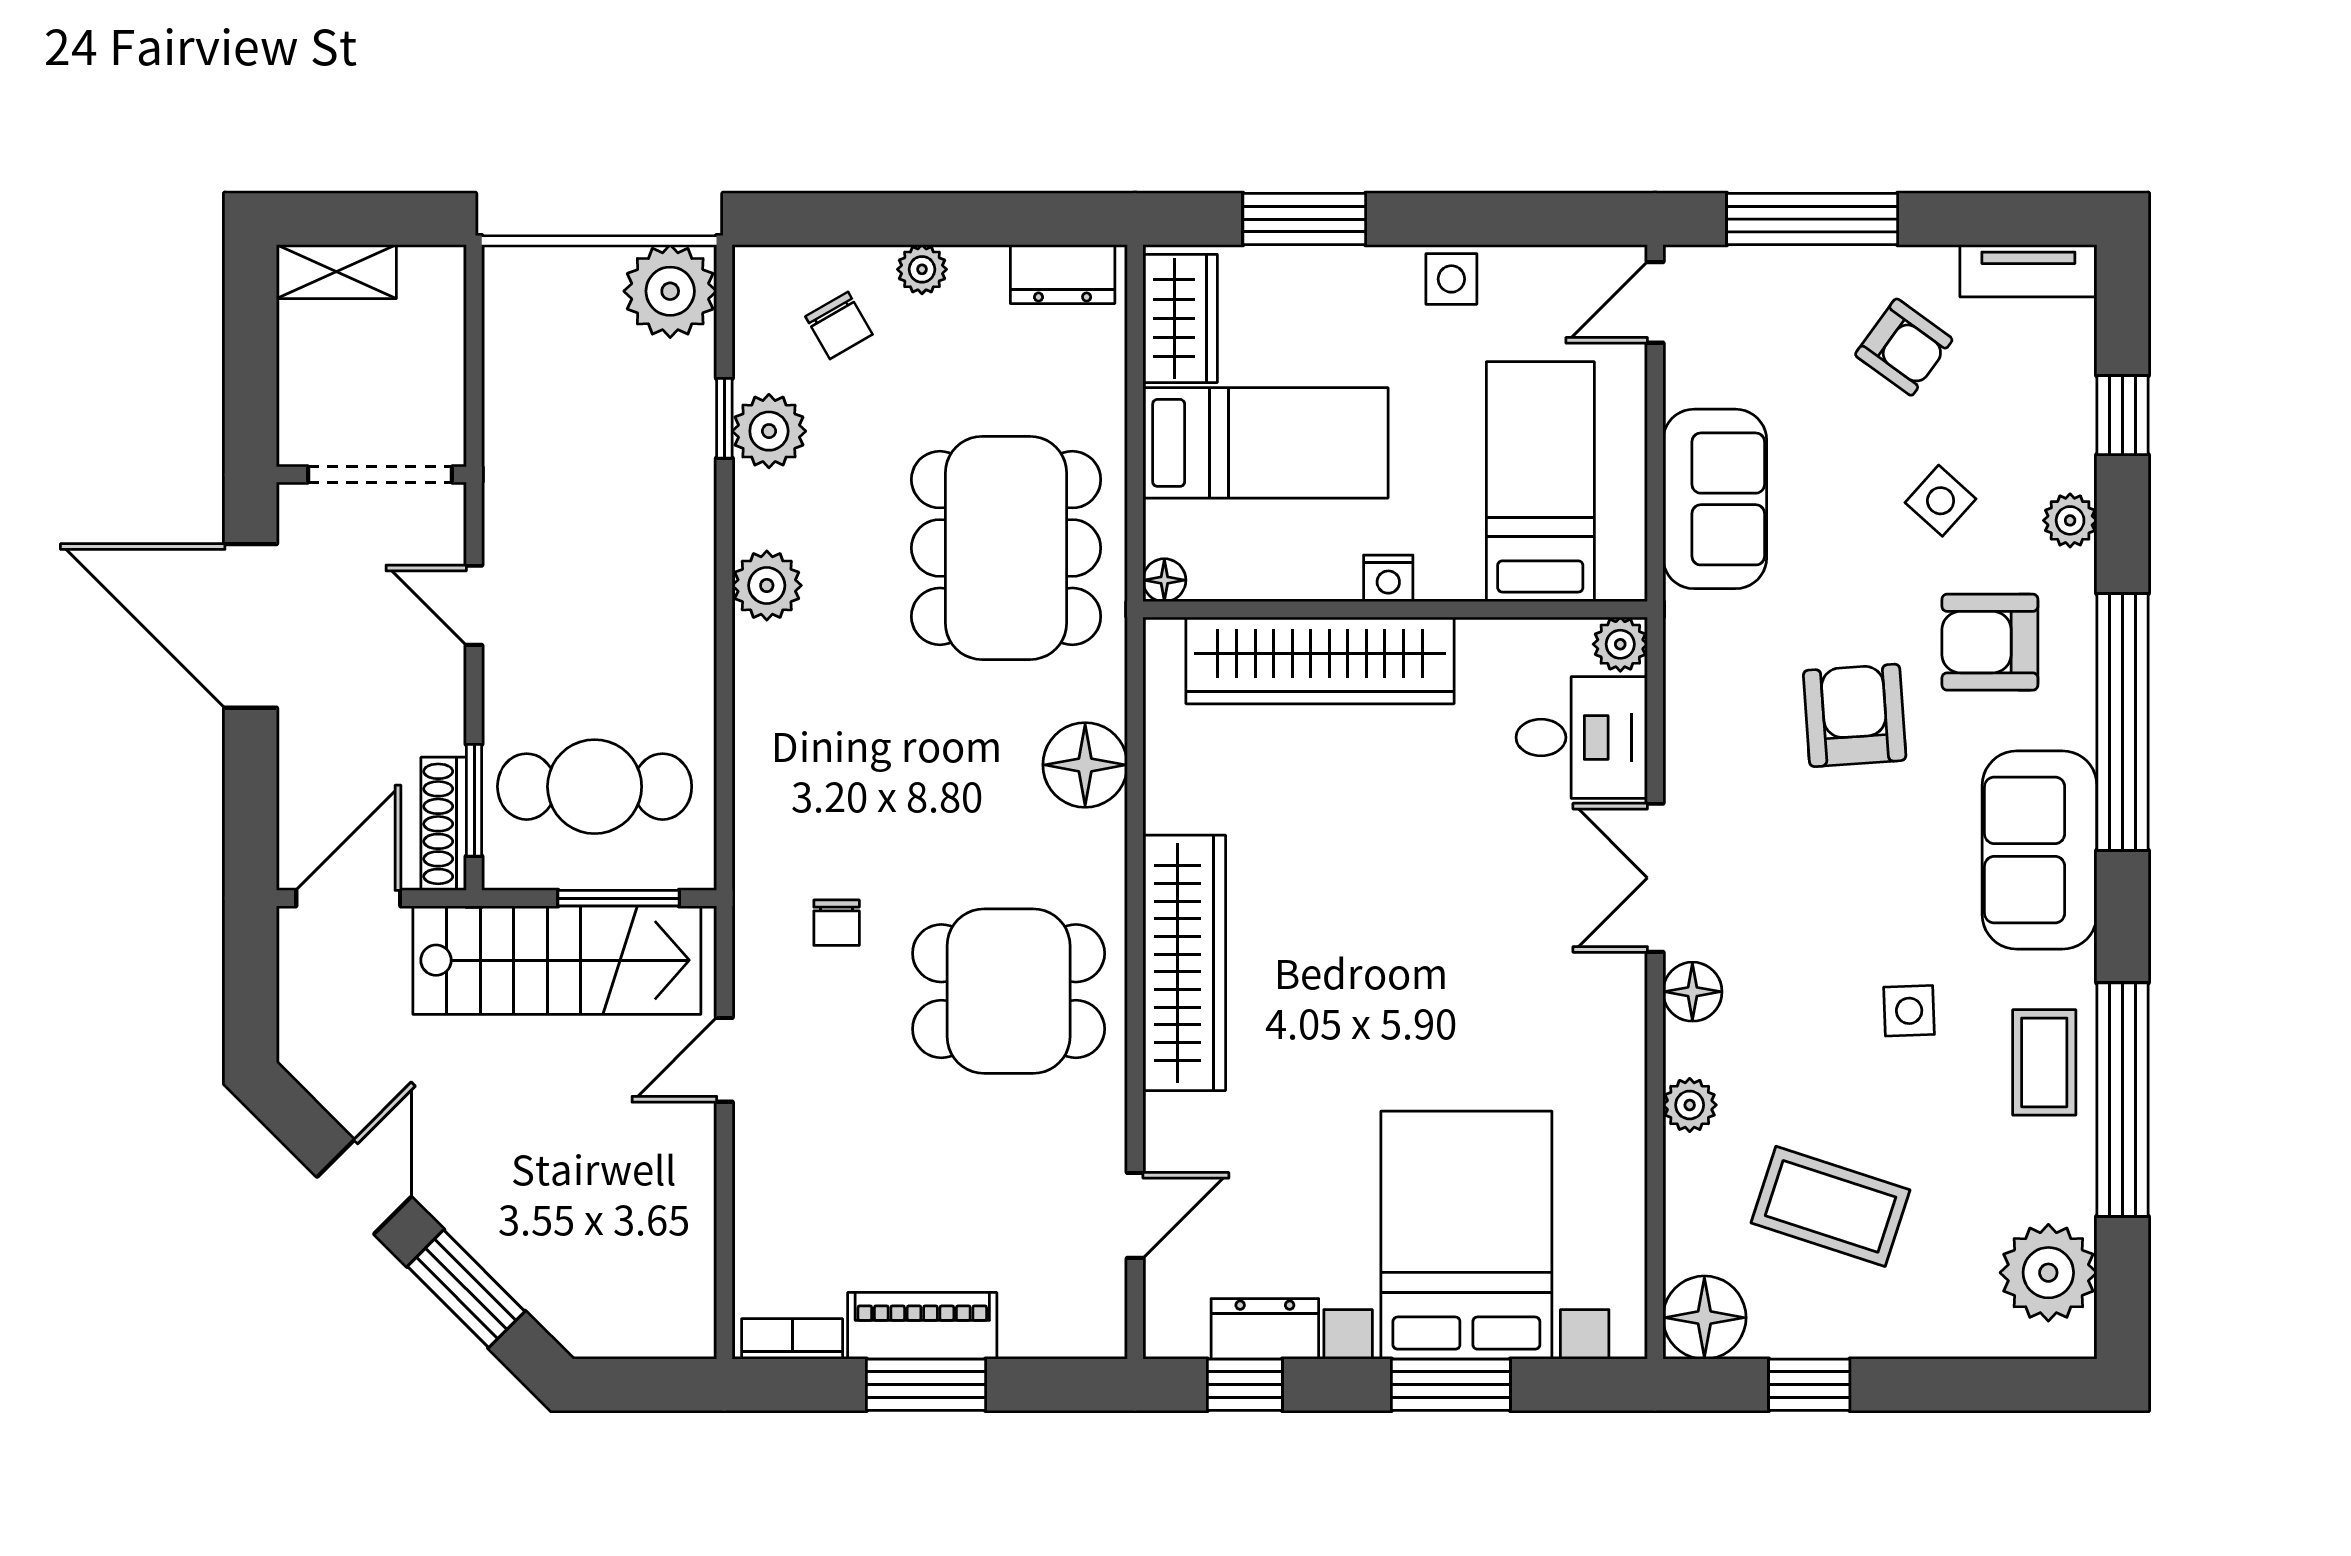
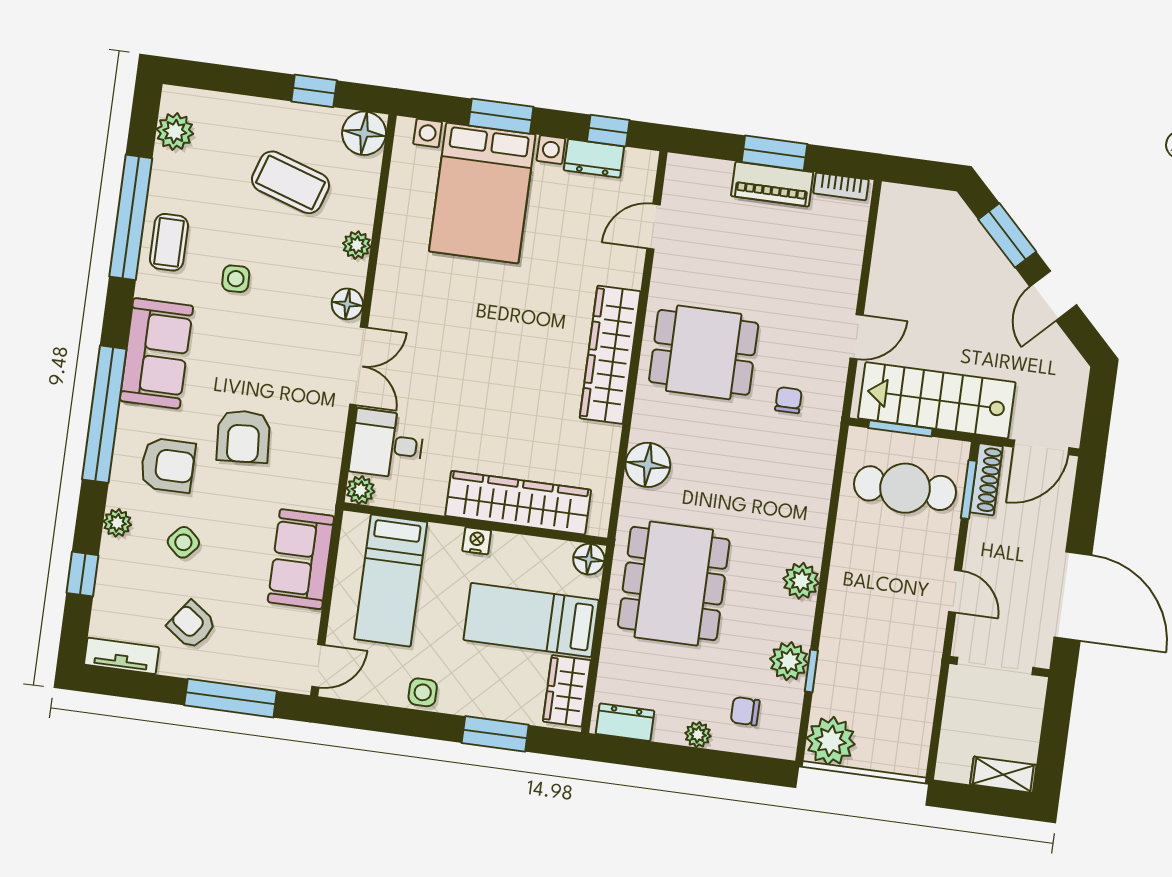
chair: (839, 325) -> (745, 711), turned -60
floor lamp: (1164, 580) -> (589, 559), width x1.37, depth x1.37
plant: (2048, 1273) -> (175, 131), width x0.73, depth x0.73

